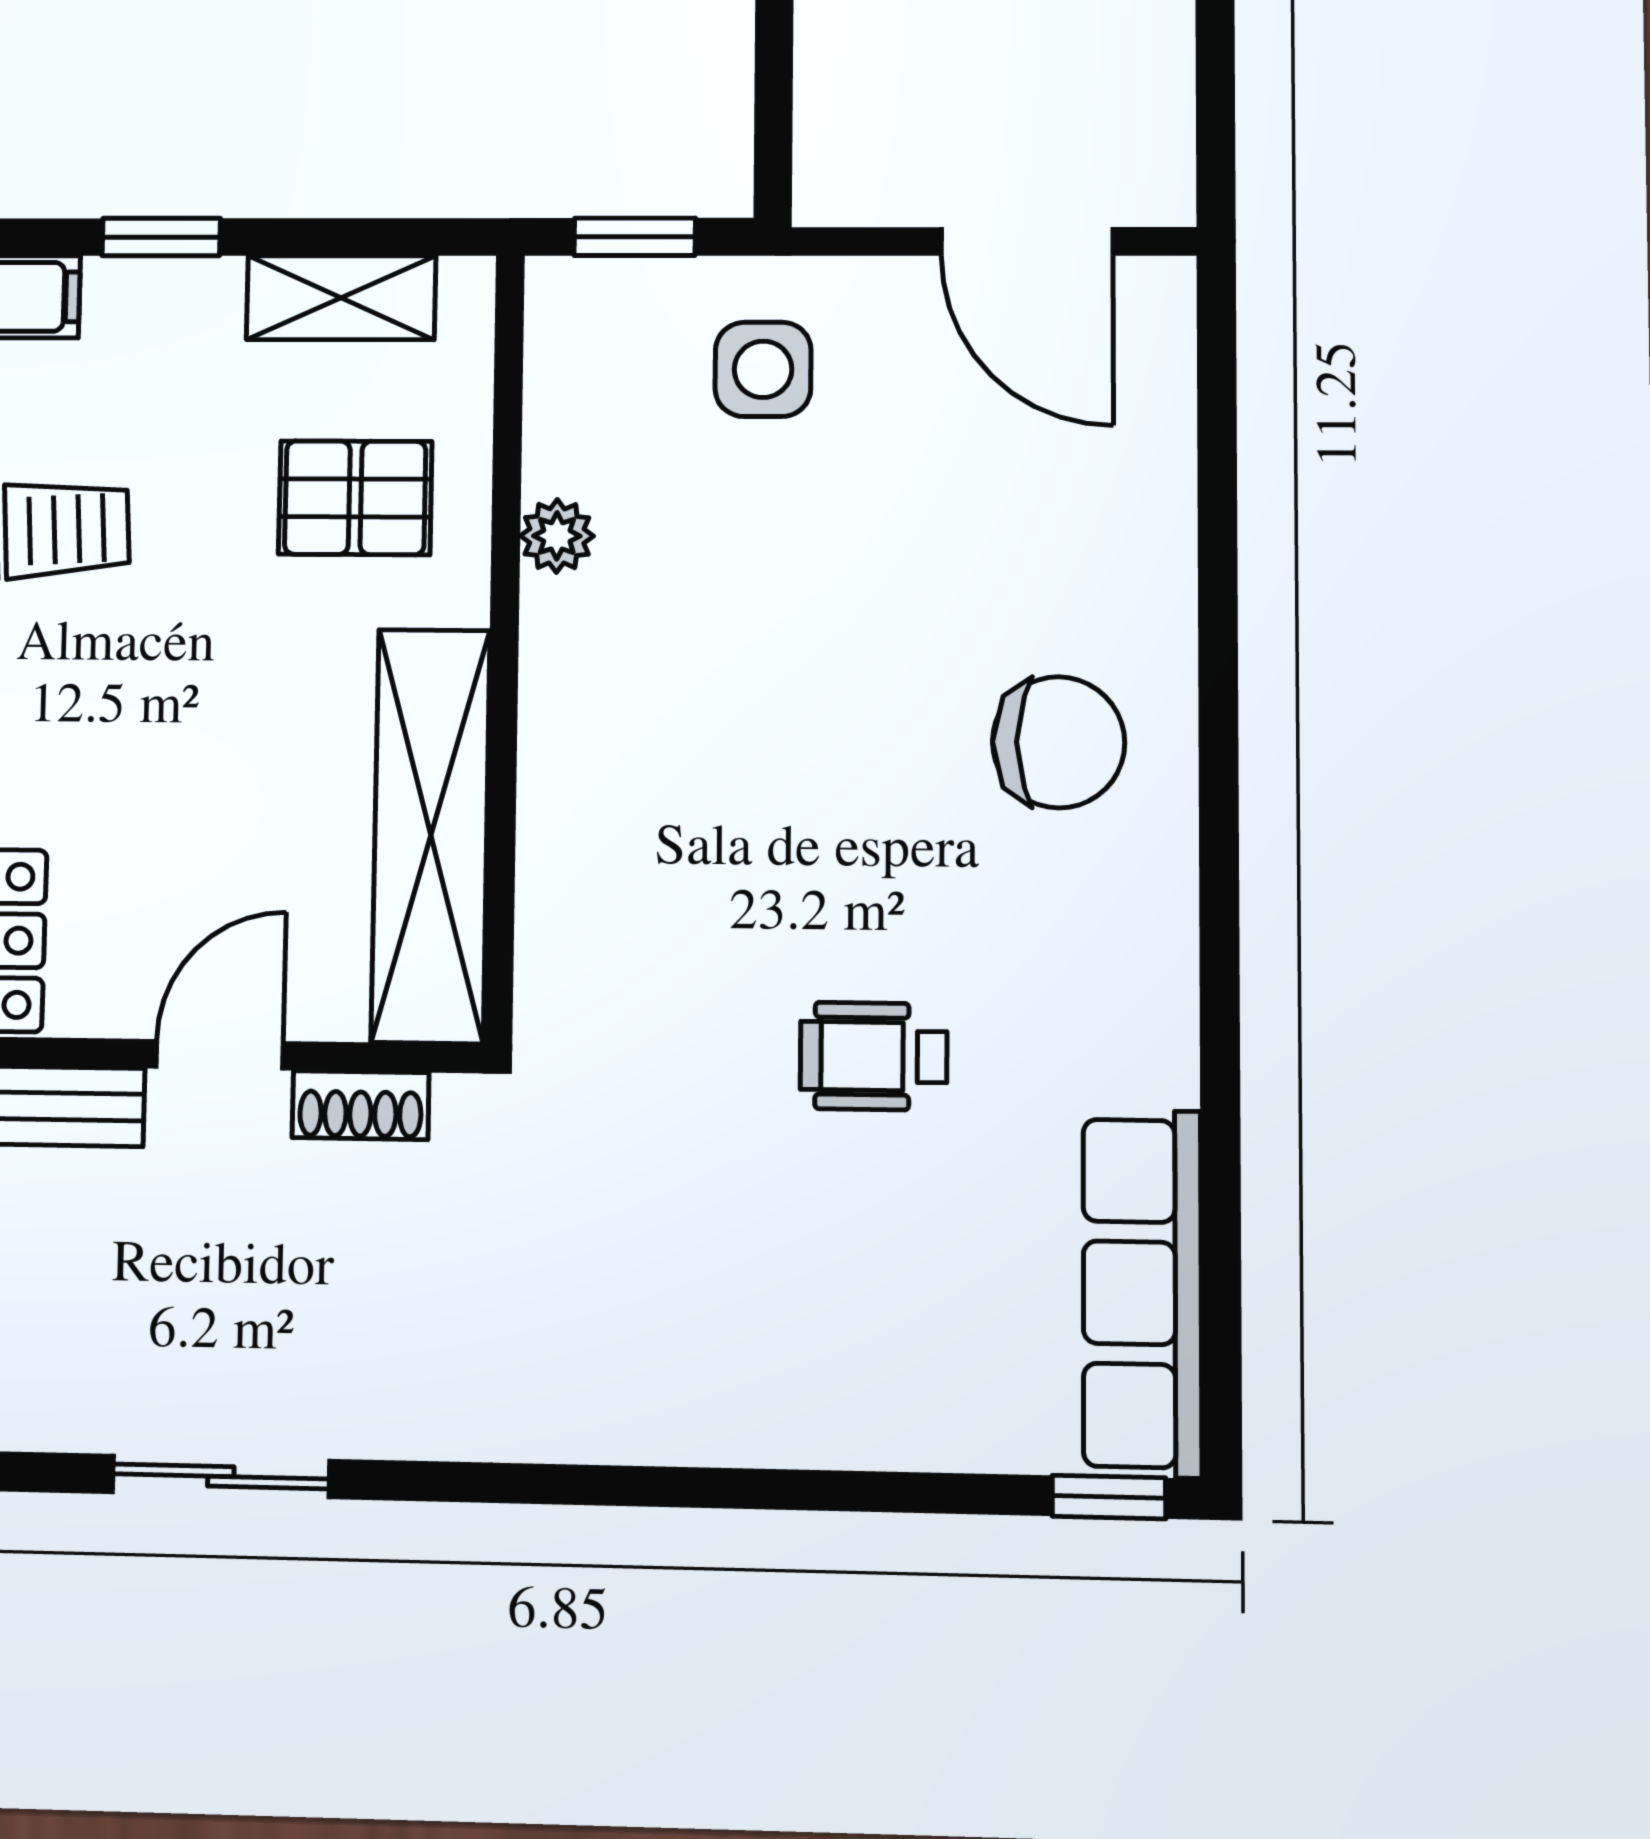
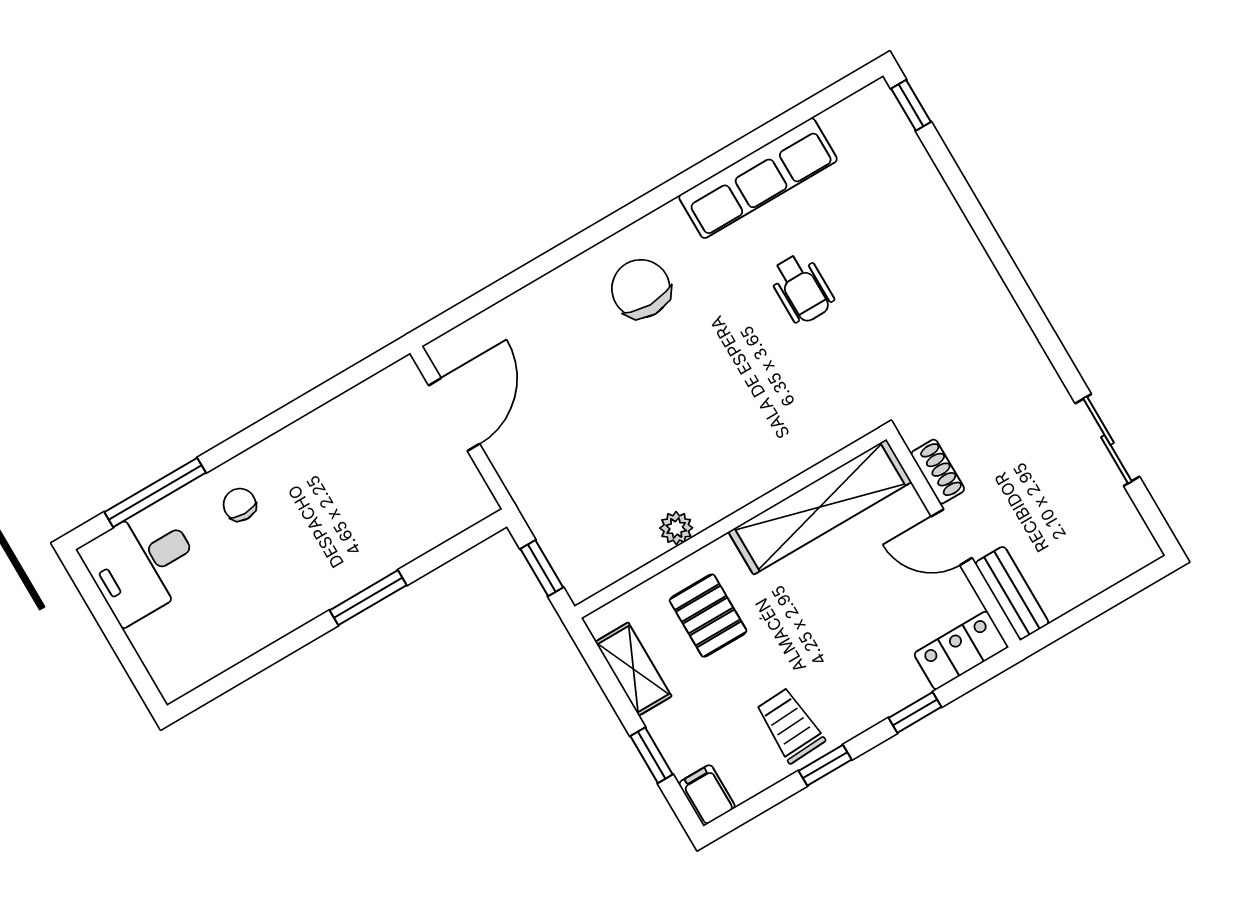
side table: (763, 369) -> (564, 487), removed
row of seats: (1142, 1293) -> (758, 178), moved

